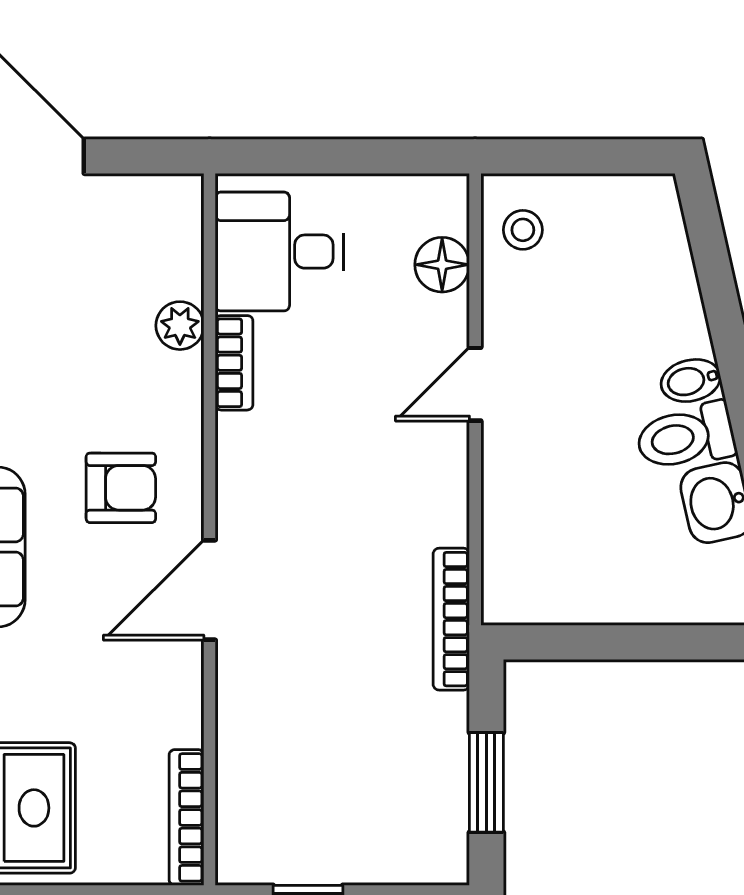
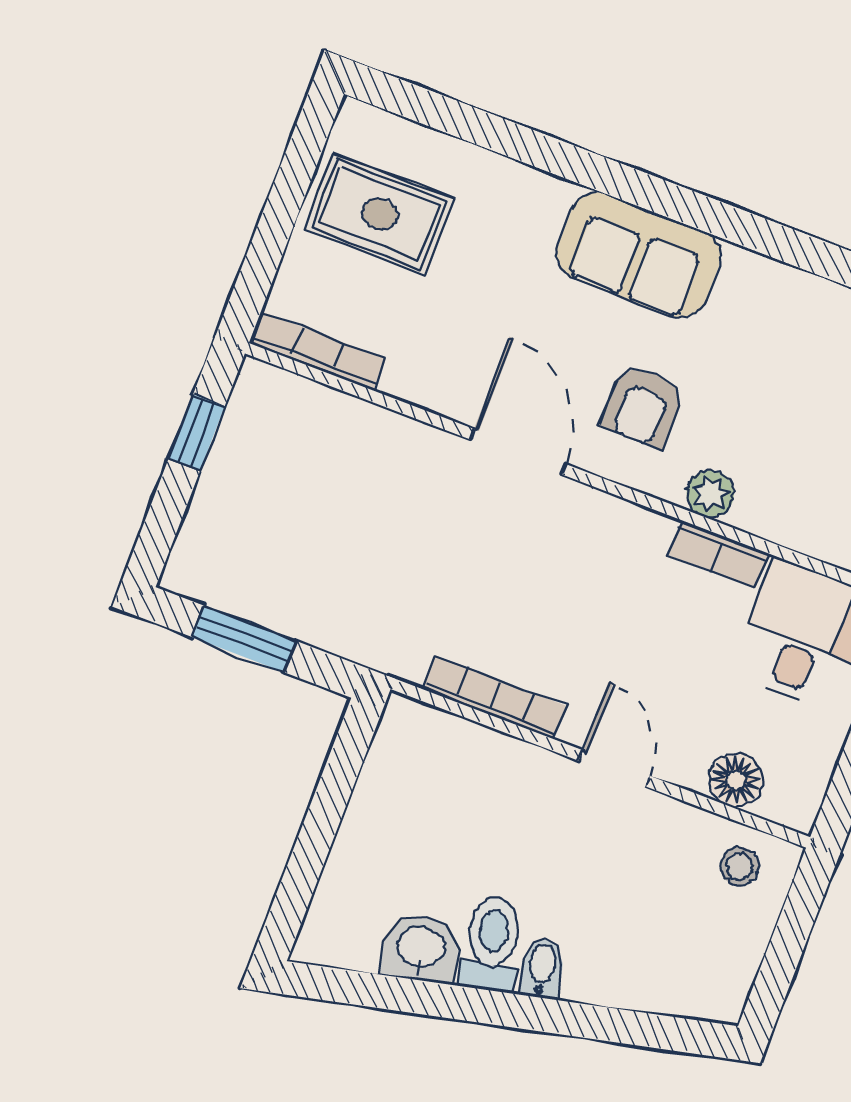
plant: (180, 326) -> (710, 494), moved
bookcase: (451, 619) -> (494, 697), moved

